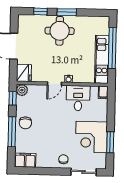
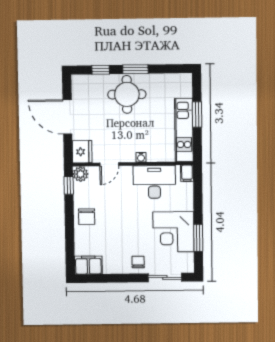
window: (112, 48) -> (197, 115), width x0.47
door: (54, 84) -> (109, 164), moved
desk: (78, 98) -> (154, 182), width x1.37
window: (12, 132) -> (69, 229), removed

